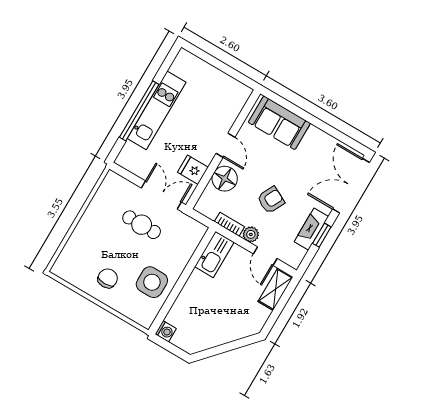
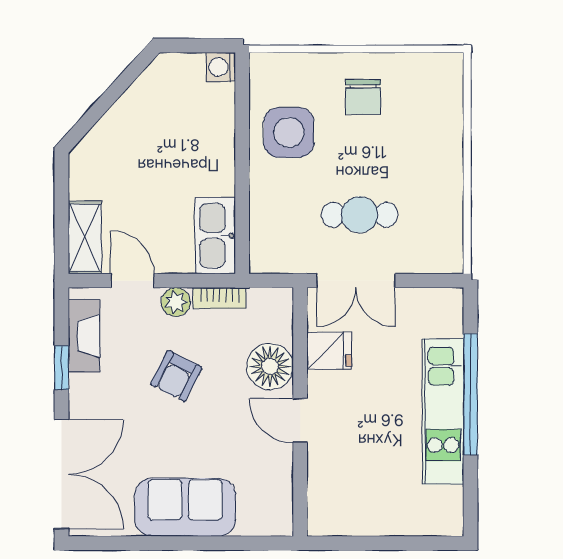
sofa: (279, 123) -> (185, 507), moved
fireplace: (311, 229) -> (84, 336), moved

